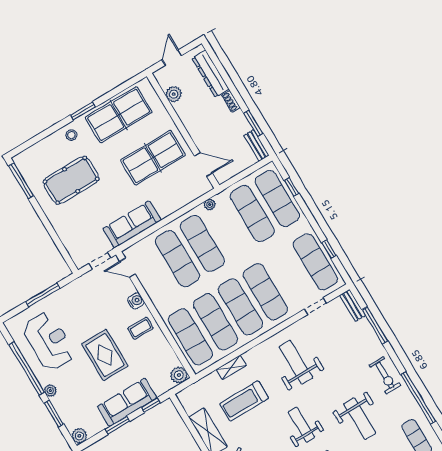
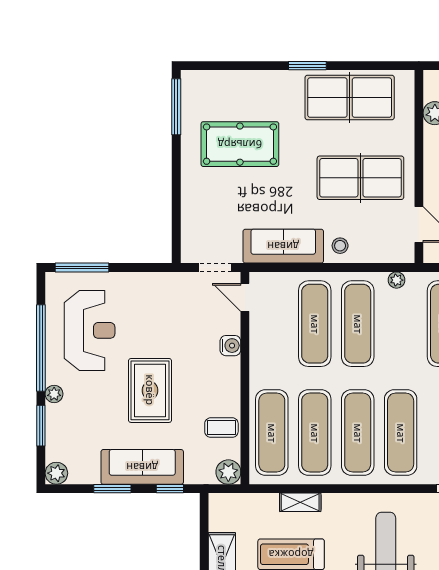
stool: (71, 135) -> (340, 246), moved
window: (43, 295) -> (82, 267), moved
coffee table: (140, 328) -> (221, 428), moved

